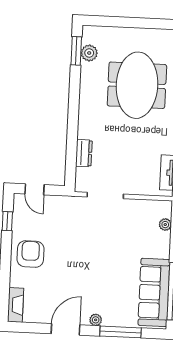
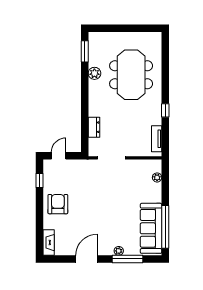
plant: (89, 53) -> (94, 73), moved
door: (35, 189) -> (59, 156), swing flipped
plant: (96, 320) -> (119, 251), moved

